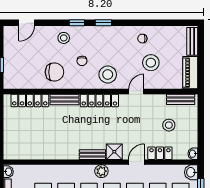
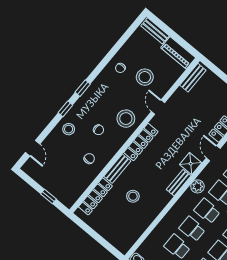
chair: (54, 72) -> (89, 159), width x0.54, depth x0.54
stool: (169, 125) -> (133, 196), moved

